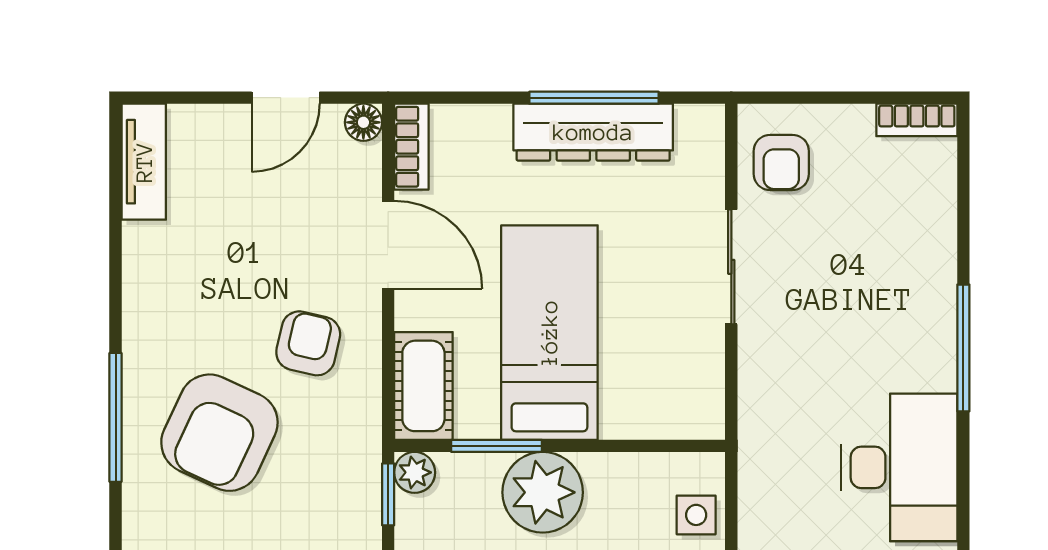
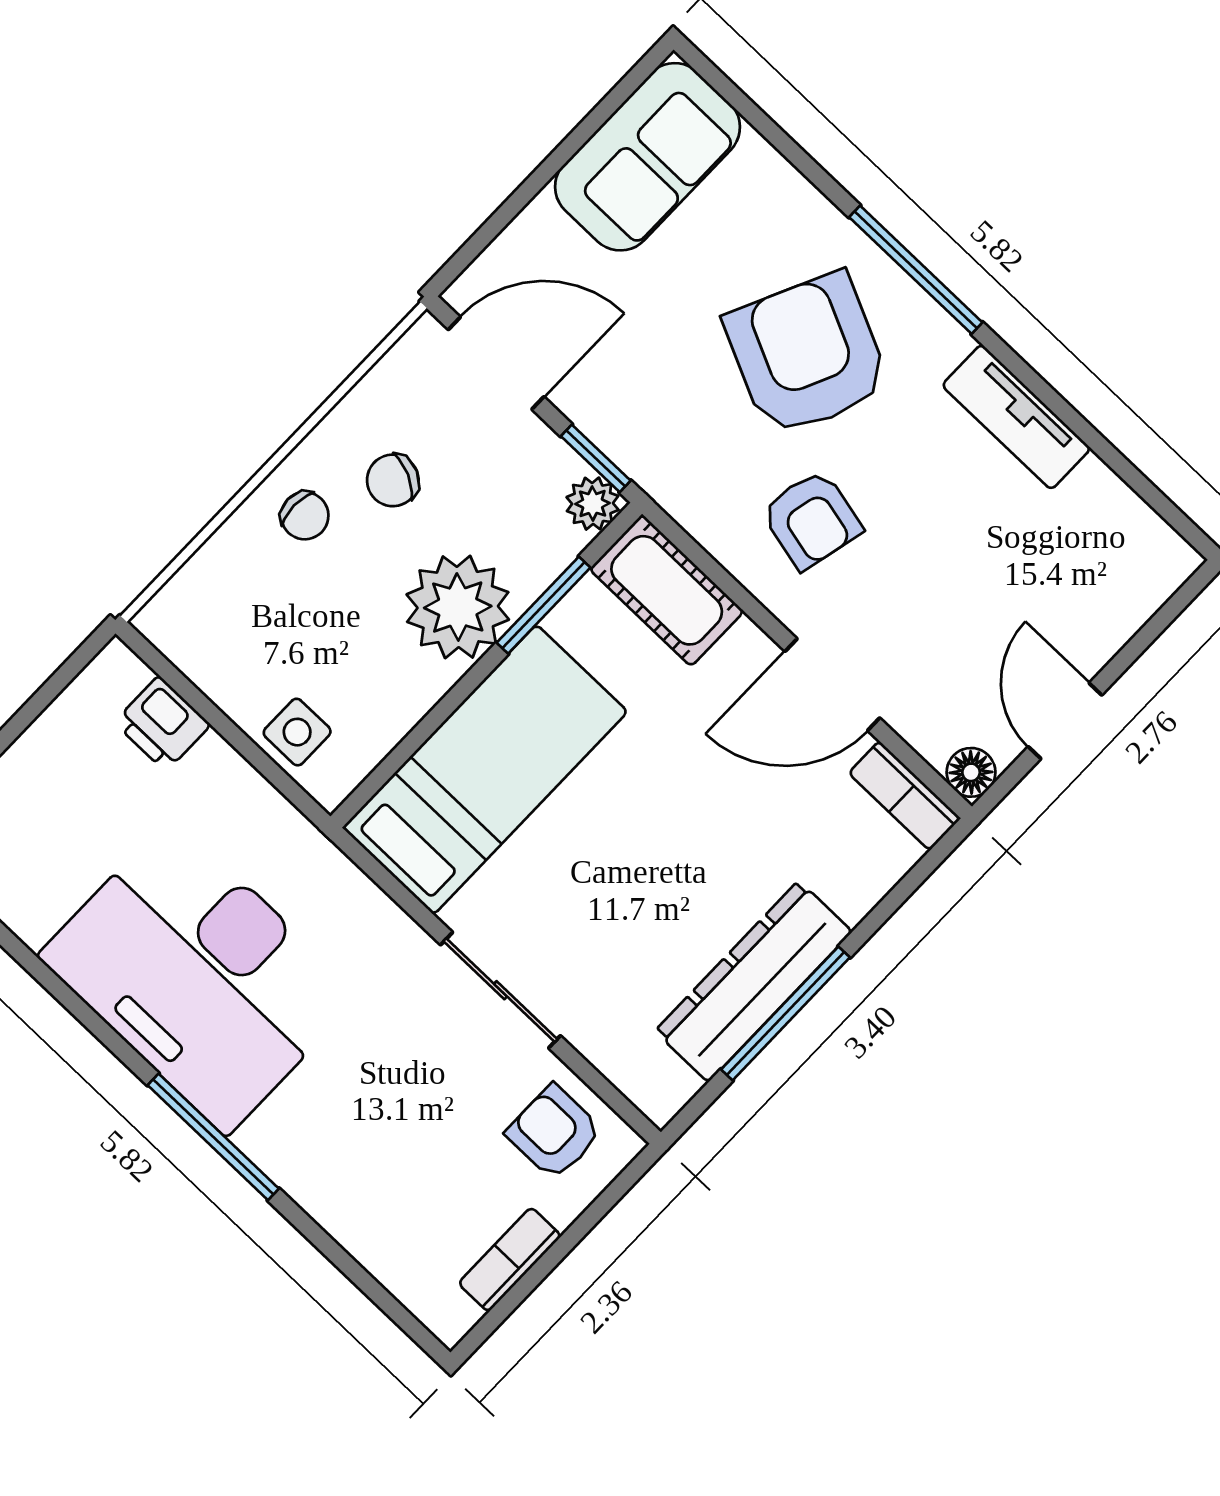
bookcase: (917, 120) -> (510, 1260), moved
tv unit: (144, 162) -> (1016, 417), moved
bed: (549, 333) -> (485, 770), moved, turned -90
desk: (899, 467) -> (199, 976), width x1.36, depth x1.30

